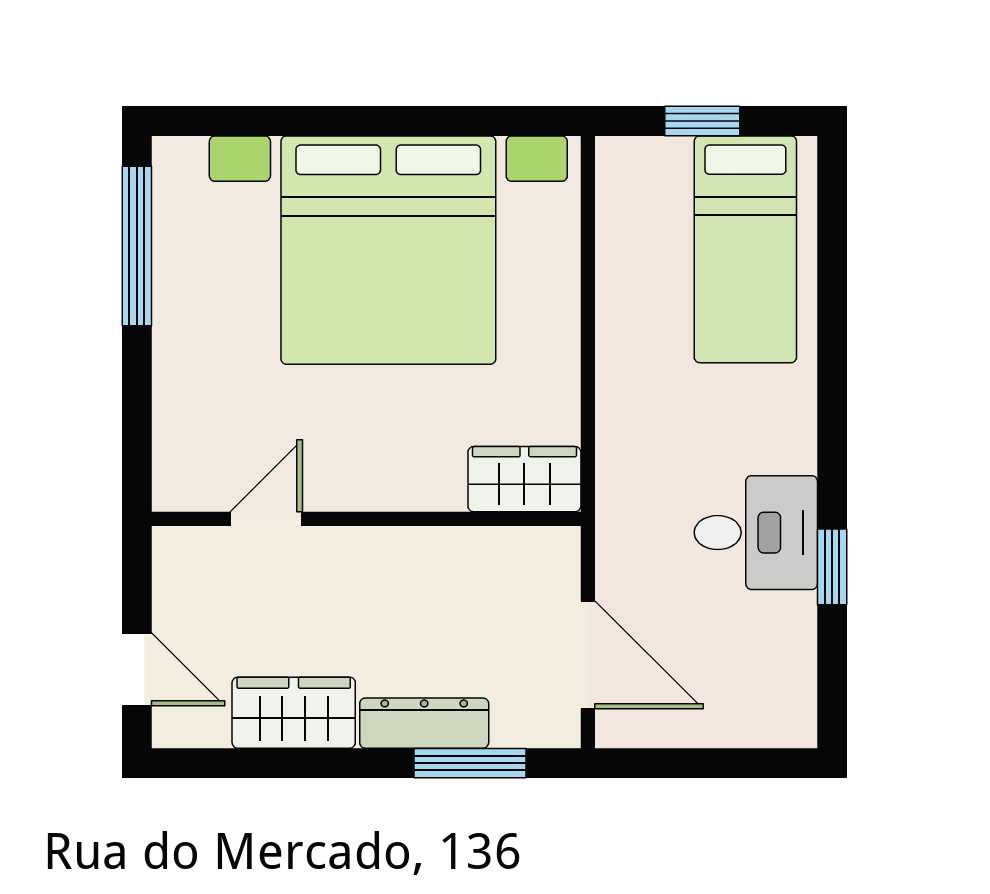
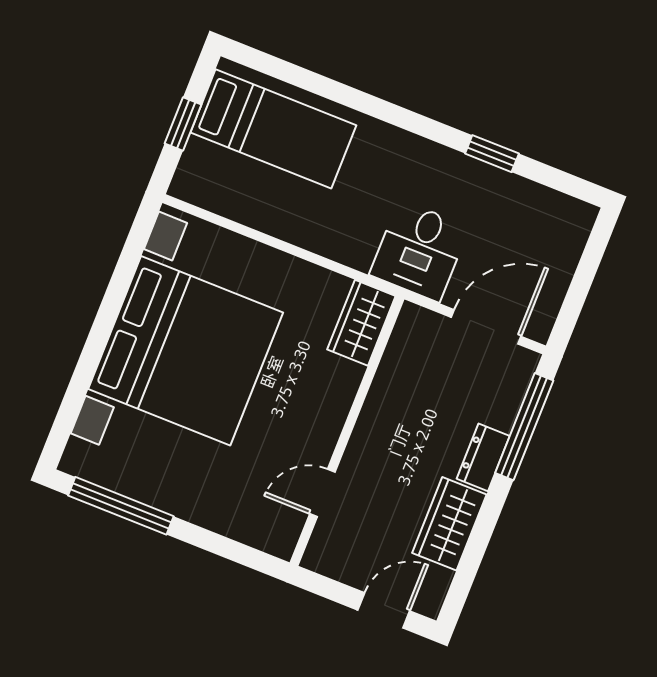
door: (266, 519) -> (322, 493), hinge flipped
desk: (756, 533) -> (419, 251), moved, turned 180
dresser: (424, 723) -> (483, 457), width x0.70
window: (470, 763) -> (524, 427), width x1.44

